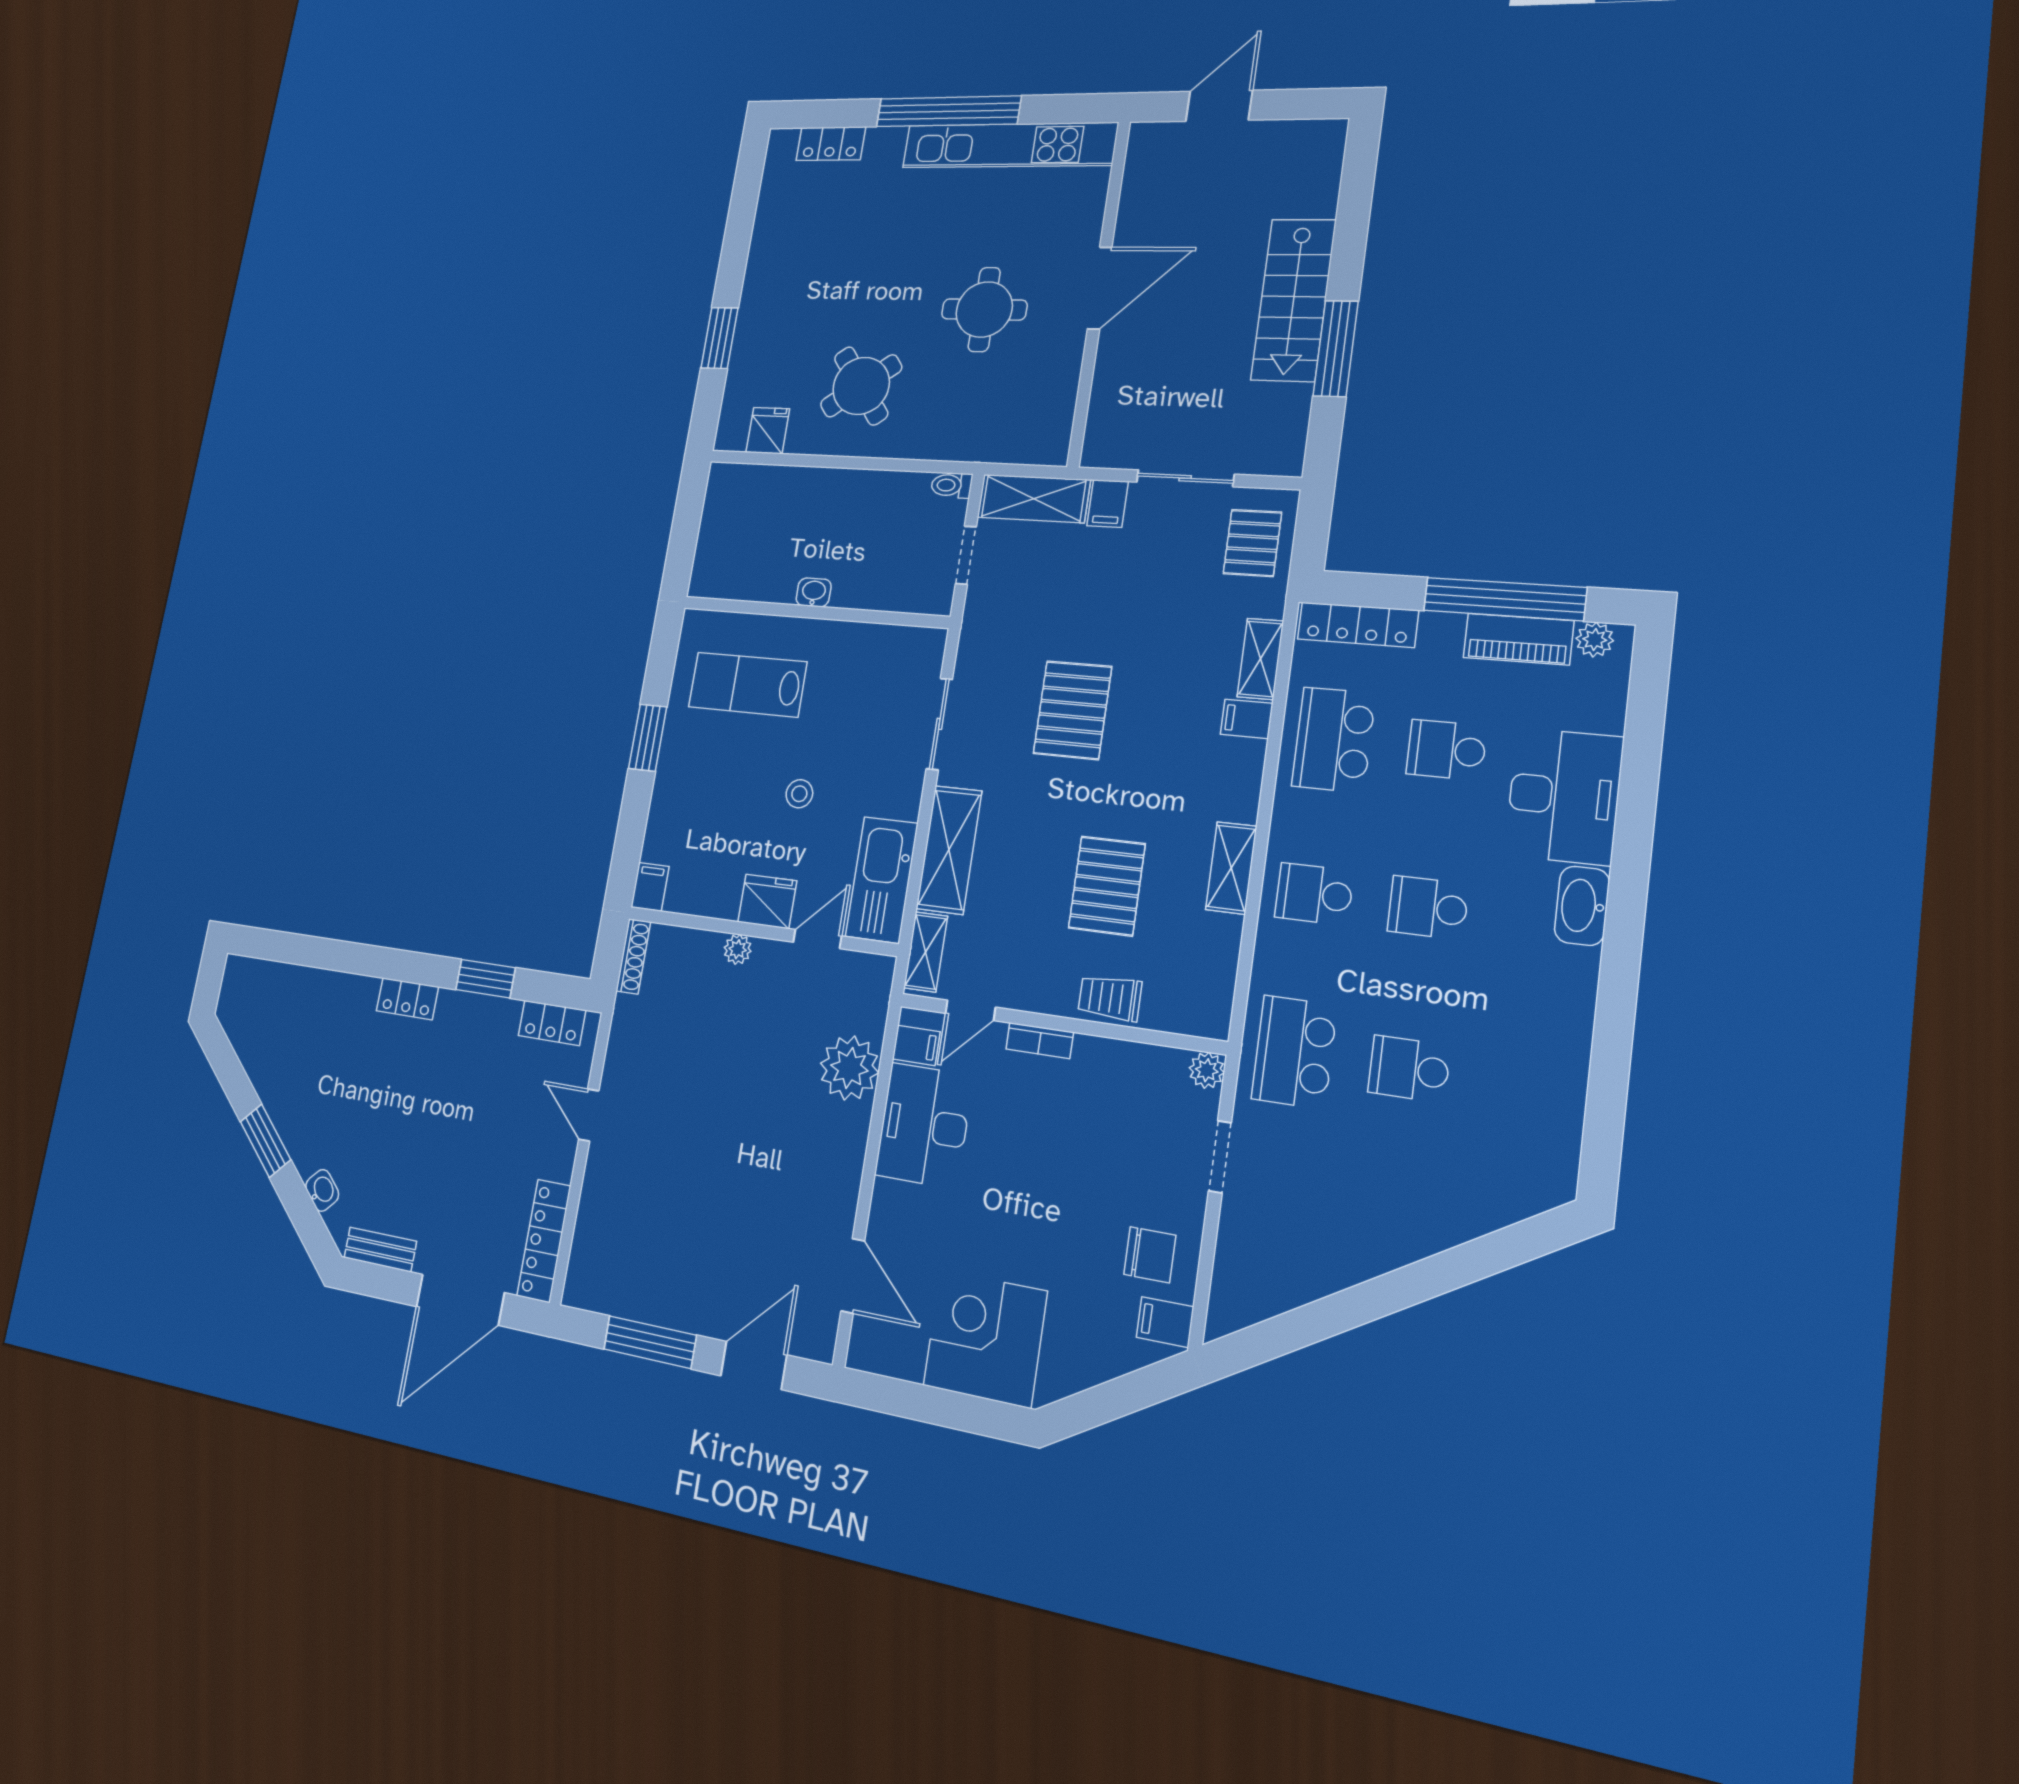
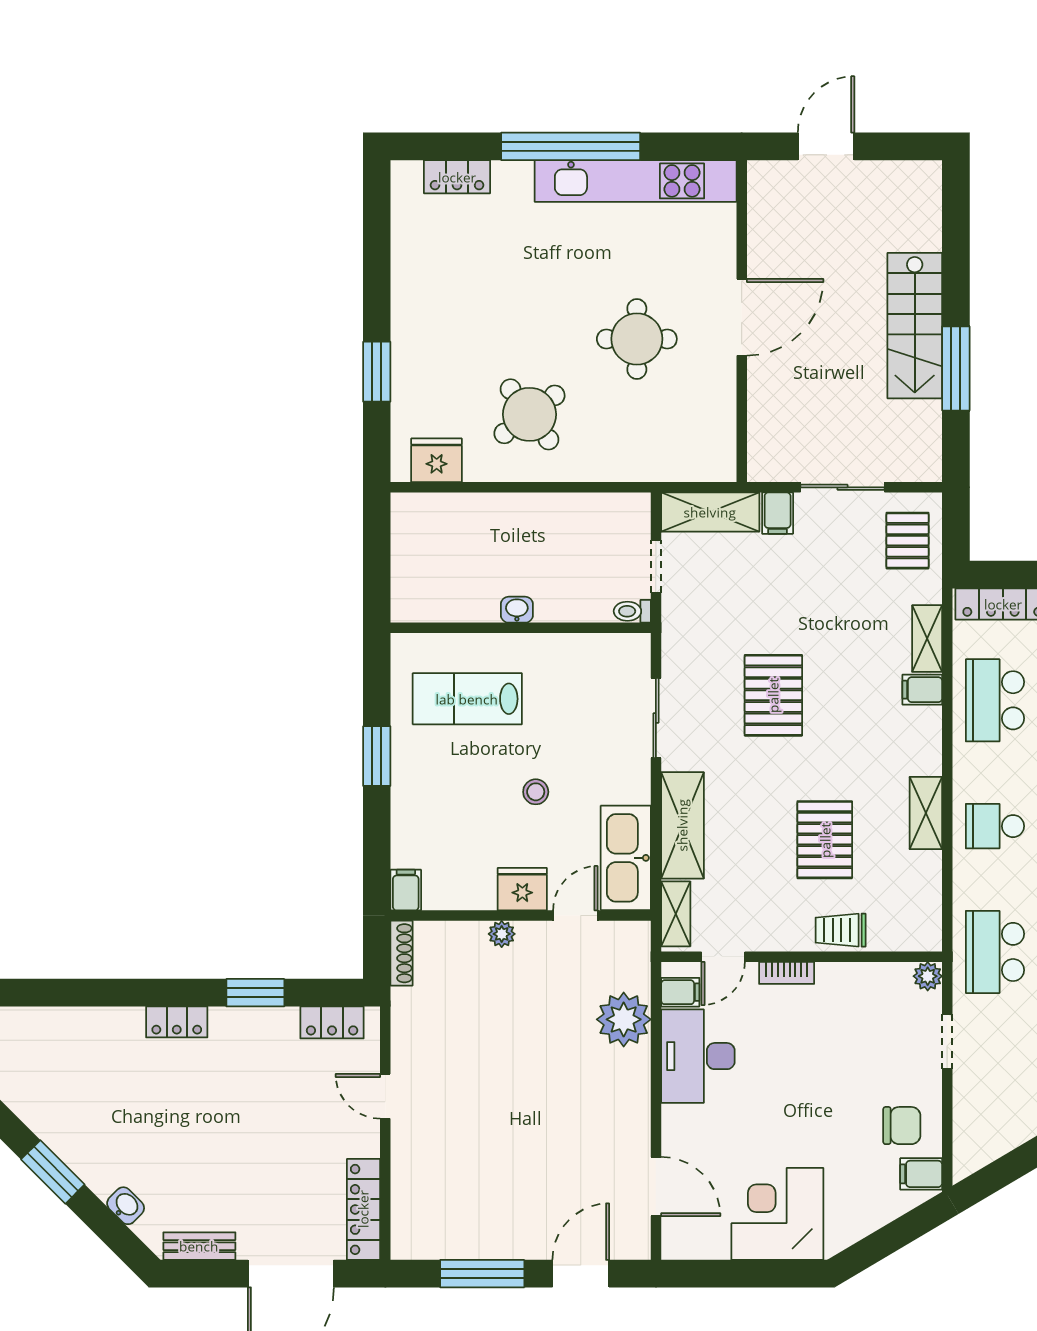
fridge: (768, 431) -> (437, 460), width x1.38
toilet: (952, 485) -> (632, 611), moved

